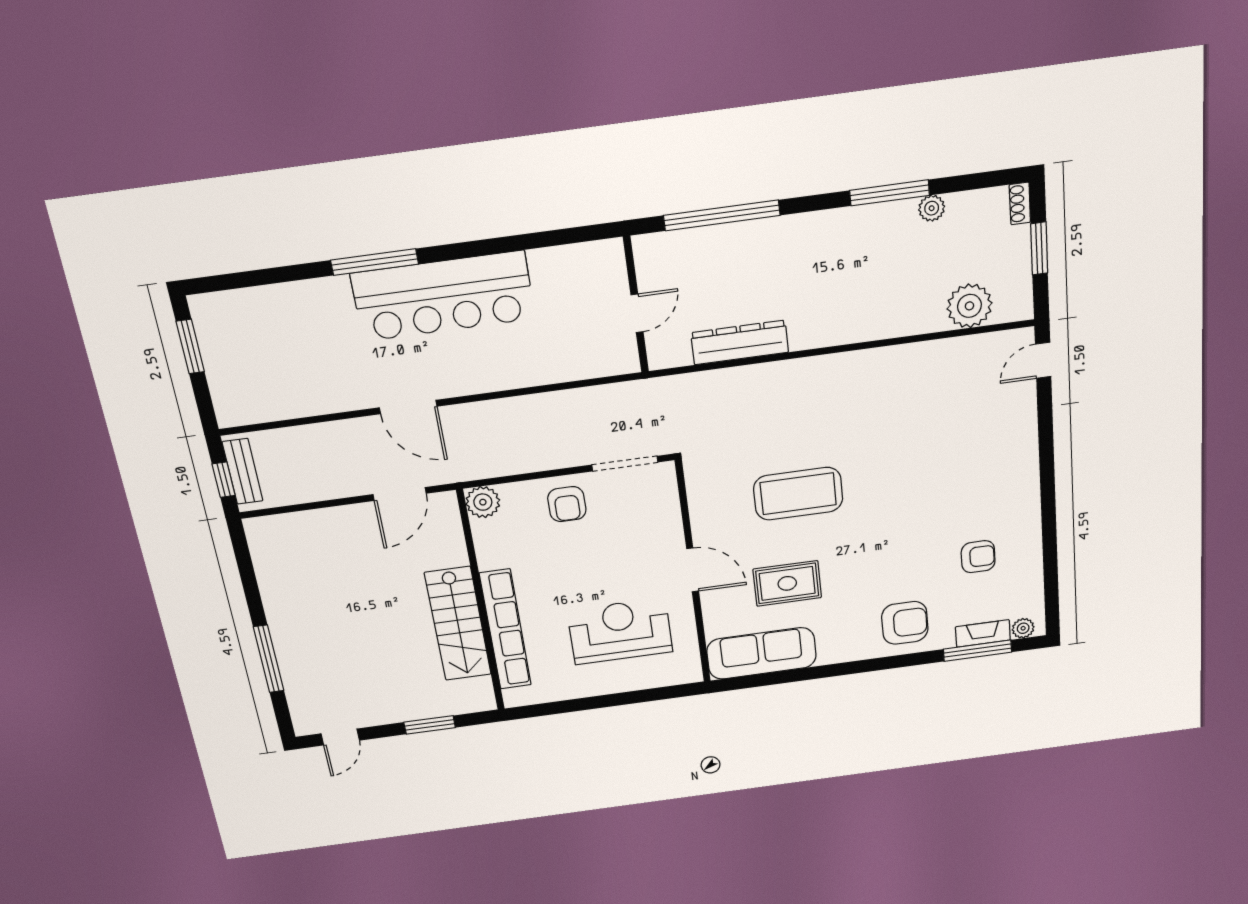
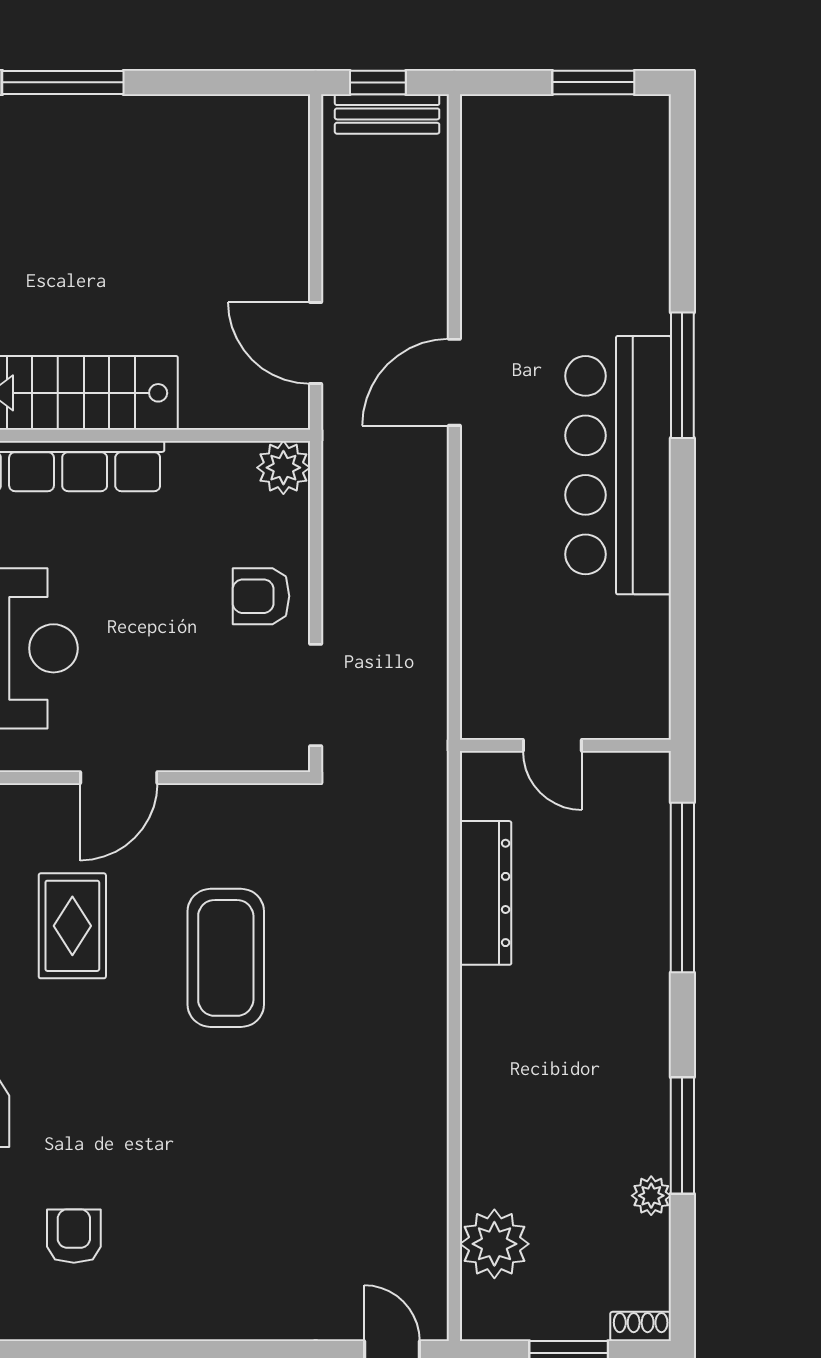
armchair: (978, 557) -> (74, 1236), turned 180

